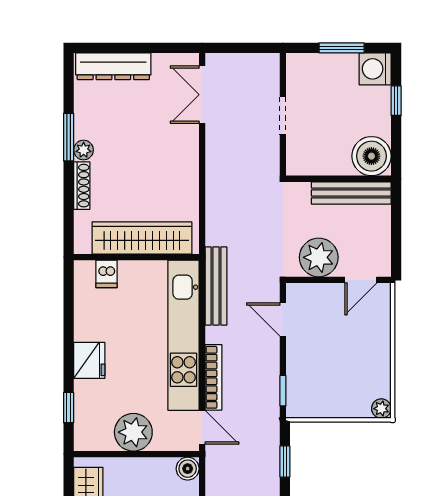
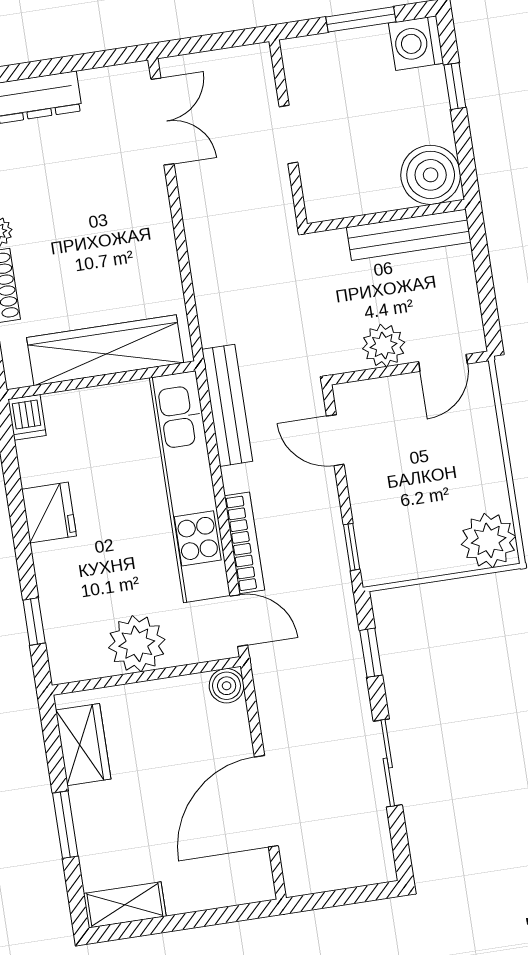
double door: (202, 95) -> (162, 122), swing flipped
plant: (319, 257) -> (384, 346), width x0.73, depth x0.73
dishwasher: (107, 274) -> (27, 417), moved
fridge: (89, 360) -> (49, 513), moved
plant: (381, 409) -> (489, 540), width x1.88, depth x1.88

